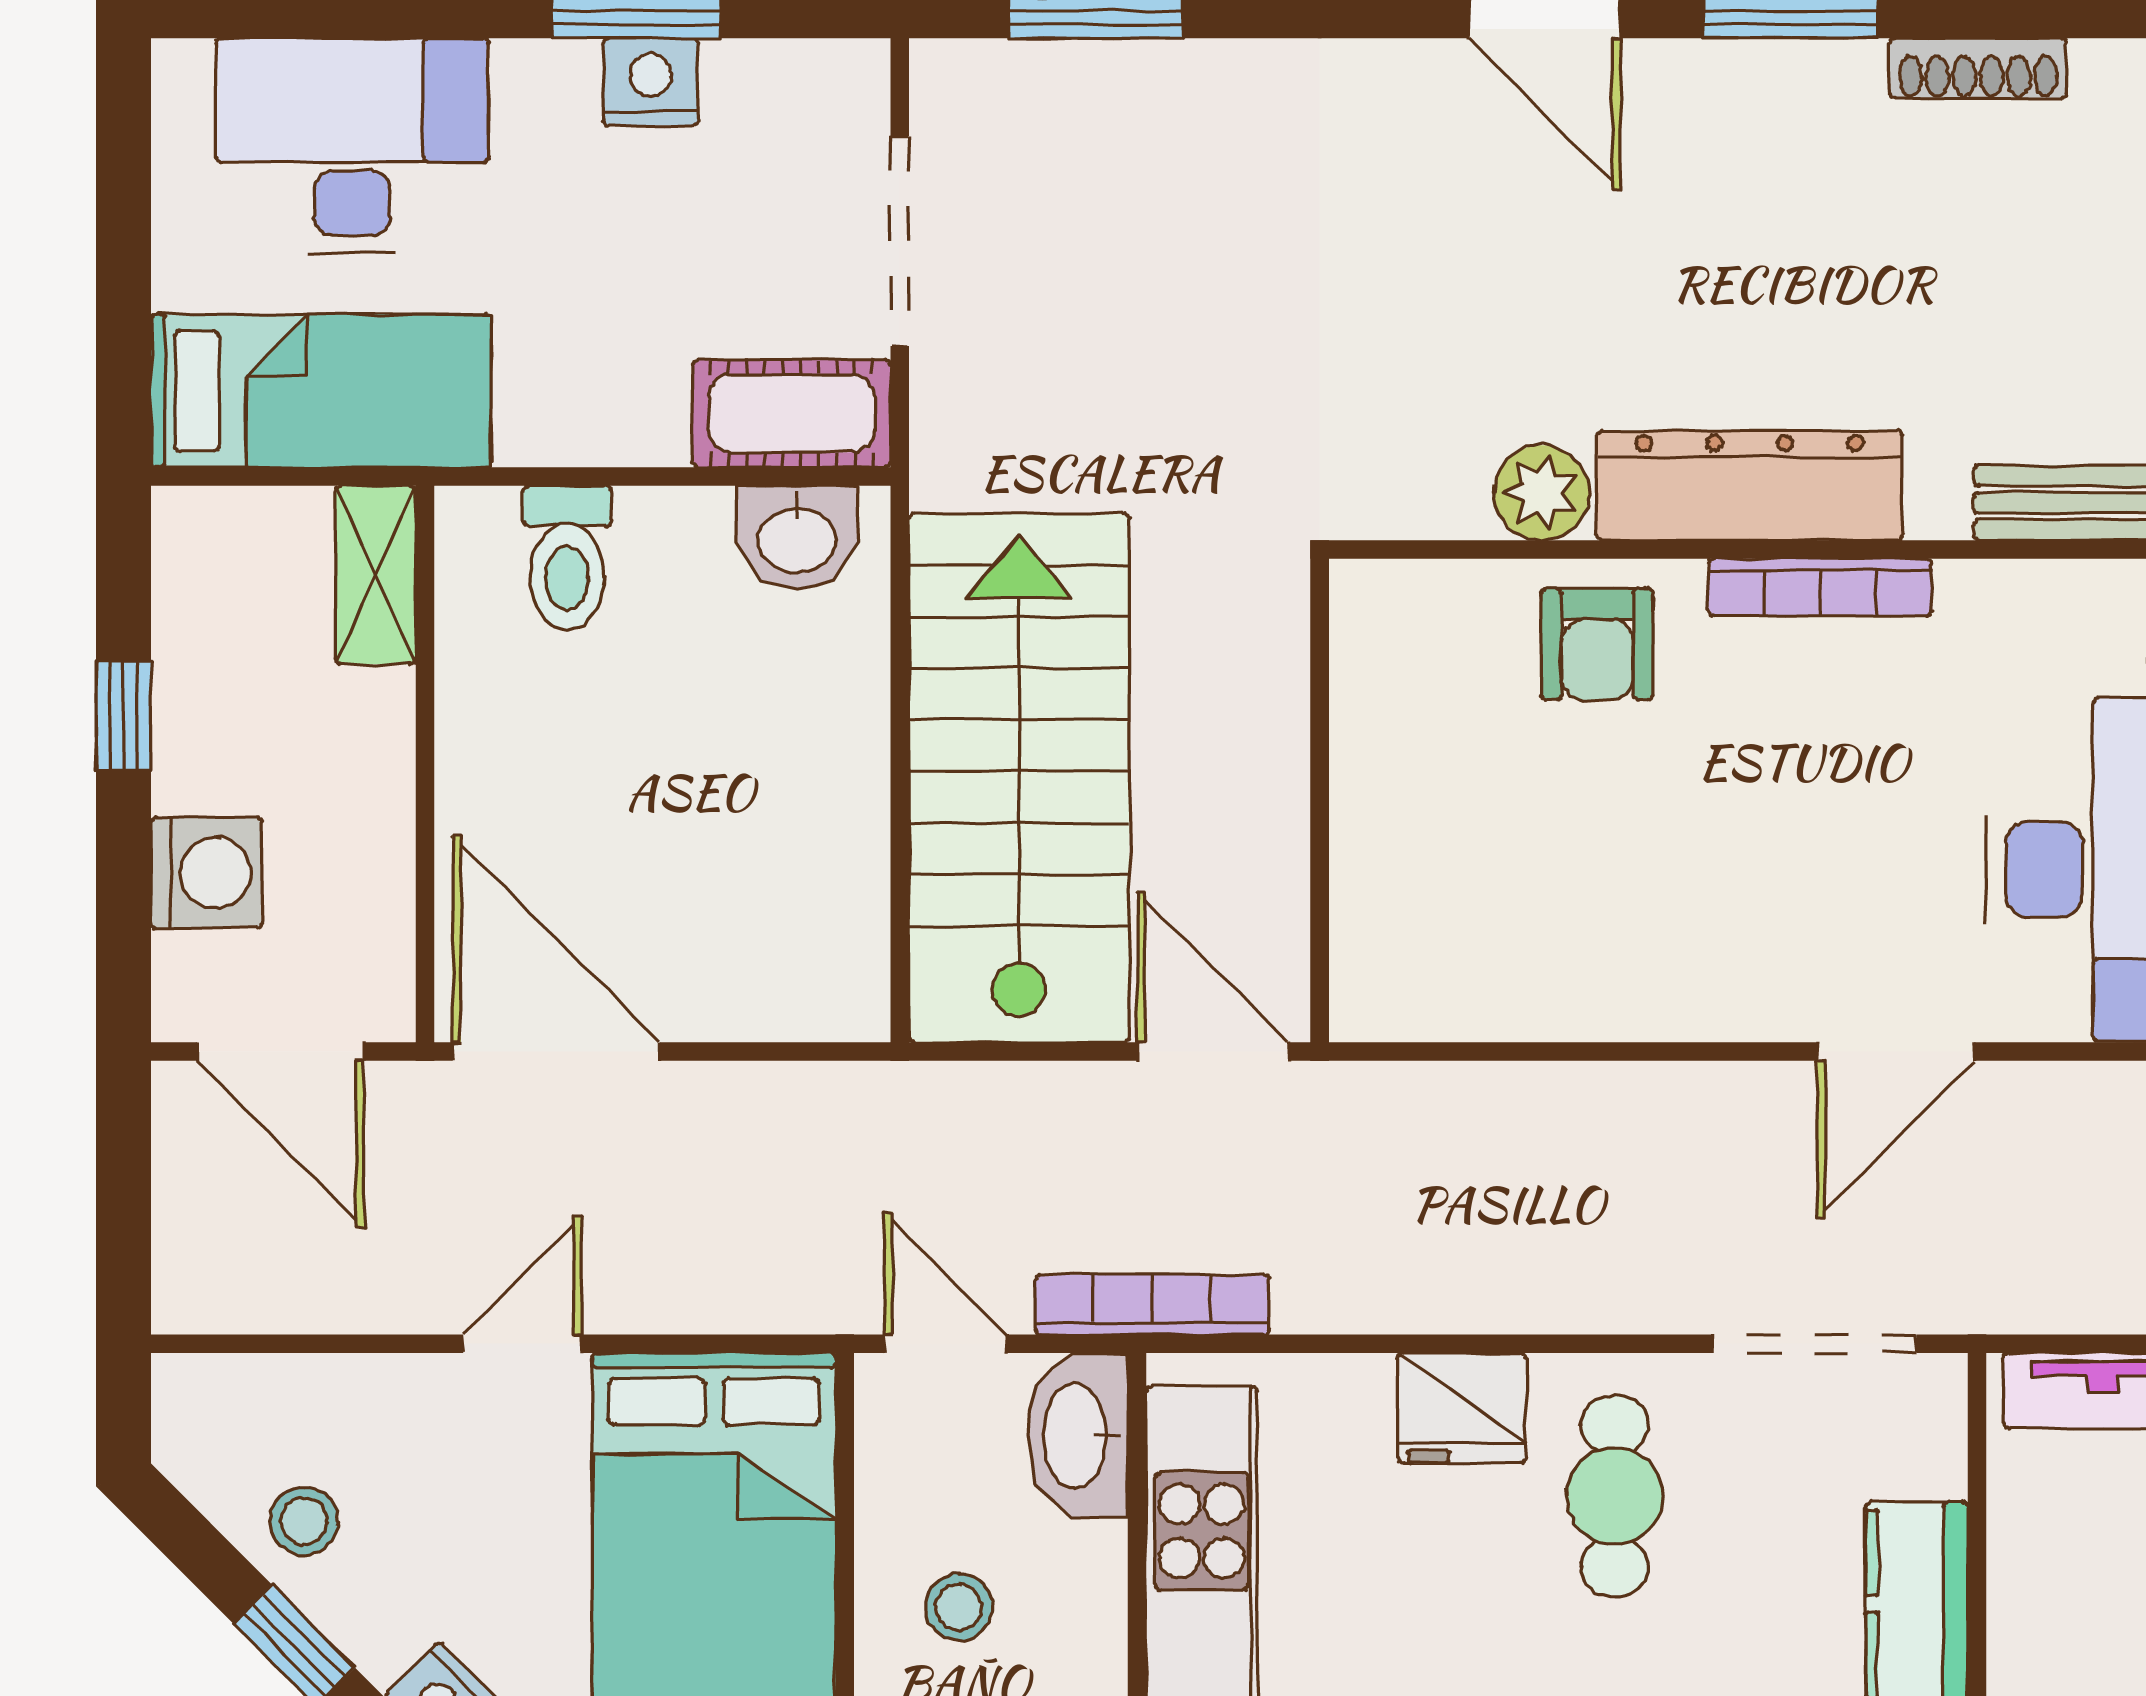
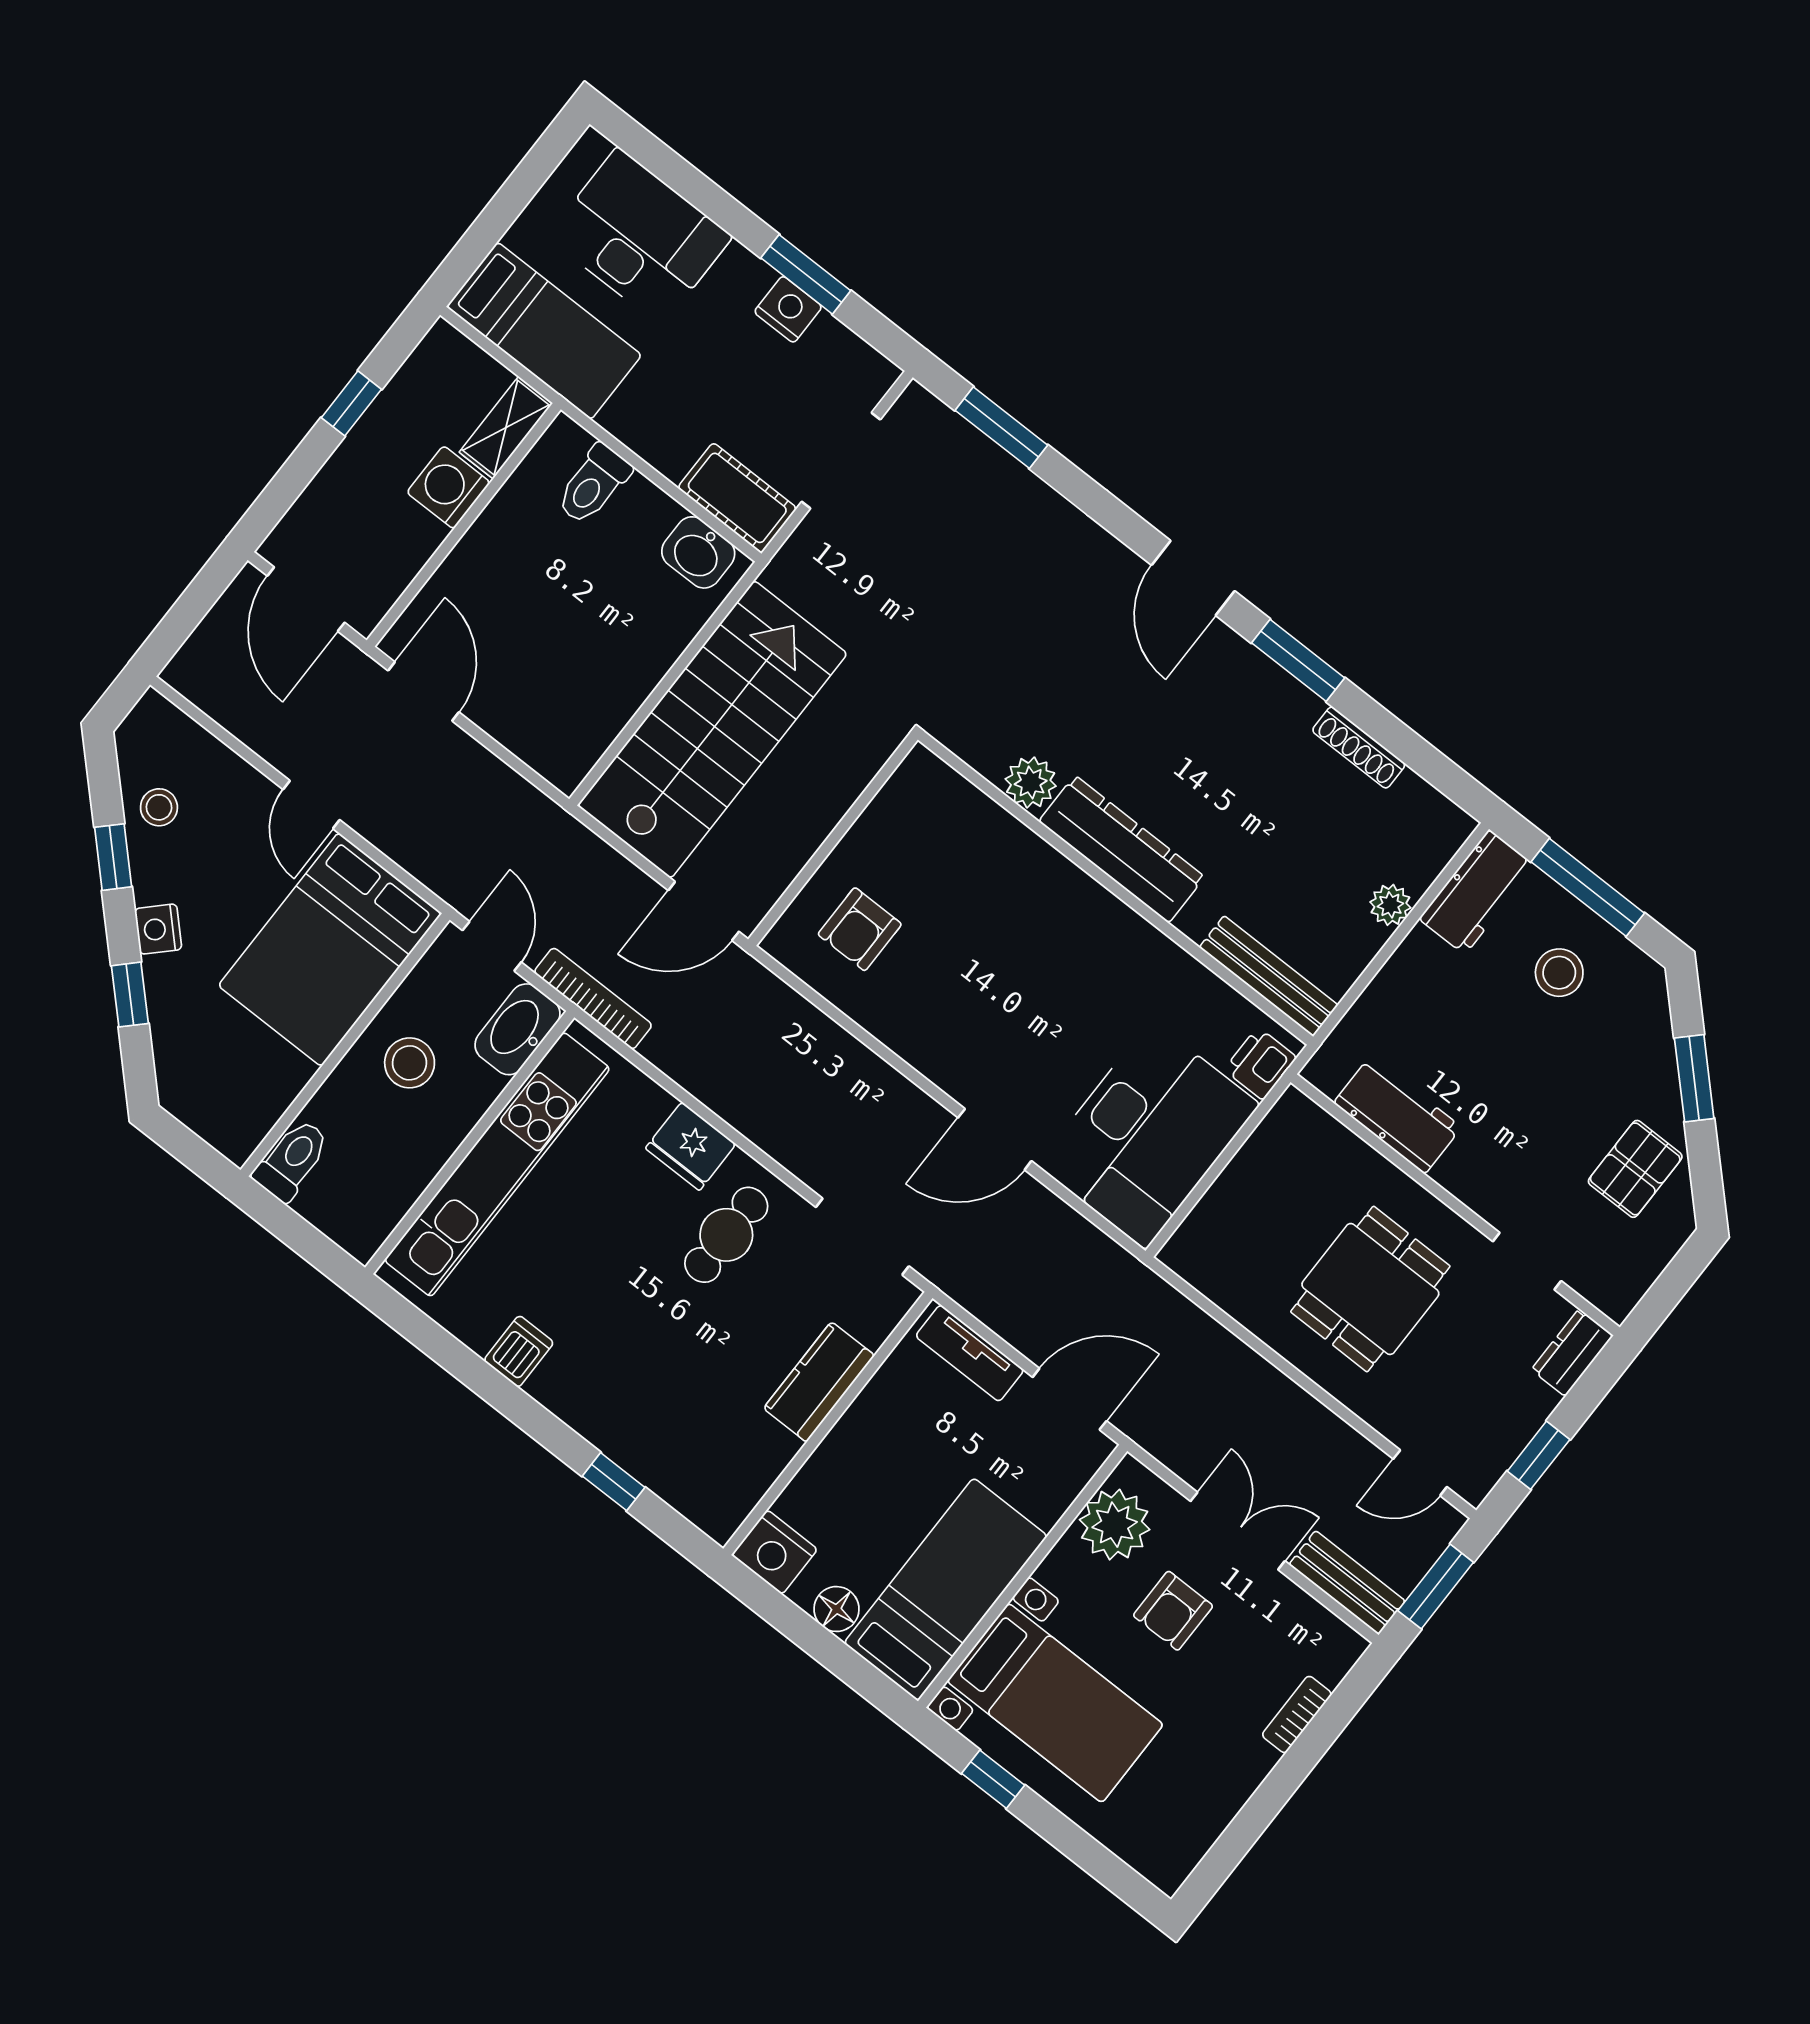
bookcase: (1820, 587) -> (1118, 916), removed
armchair: (1597, 644) -> (860, 929), moved
washing machine: (207, 873) -> (448, 487), moved, turned 180
door: (556, 1052) -> (423, 691), width x0.73
door: (1213, 1052) -> (704, 911), swing flipped
door: (522, 1344) -> (311, 805), swing flipped
stool: (959, 1607) -> (410, 1063), width x1.37, depth x1.37

